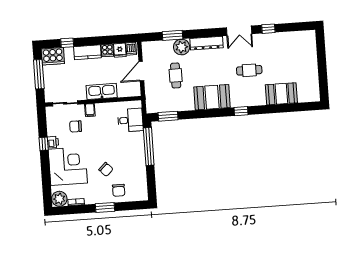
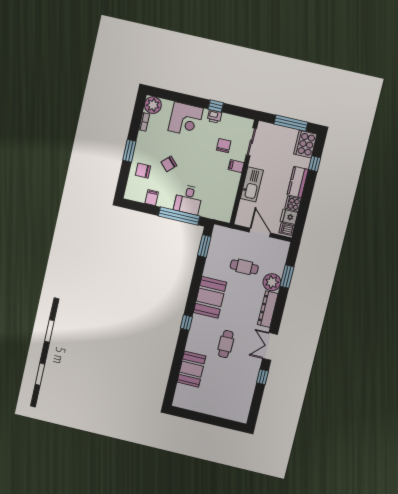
desk: (130, 120) -> (188, 200), moved
corner desk: (68, 166) -> (186, 119), width x0.74, depth x0.74
filing cabinet: (140, 176) -> (152, 198), added

